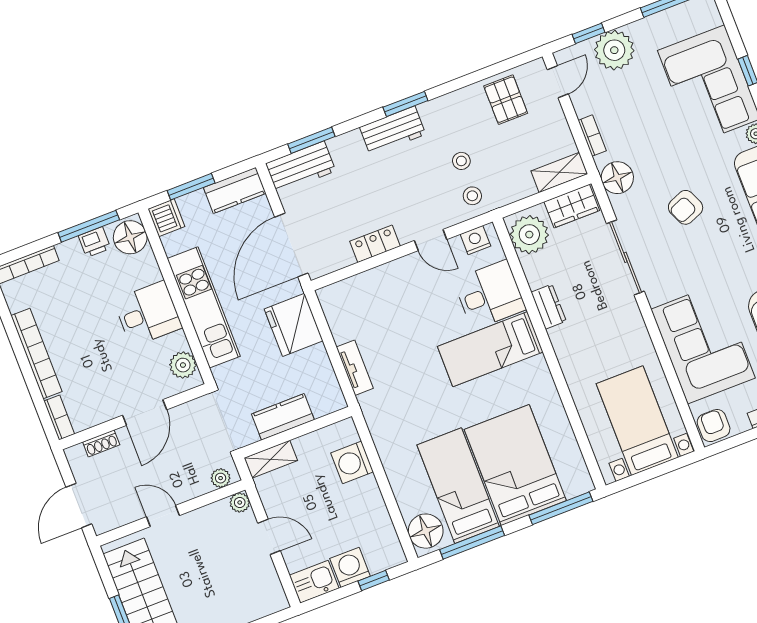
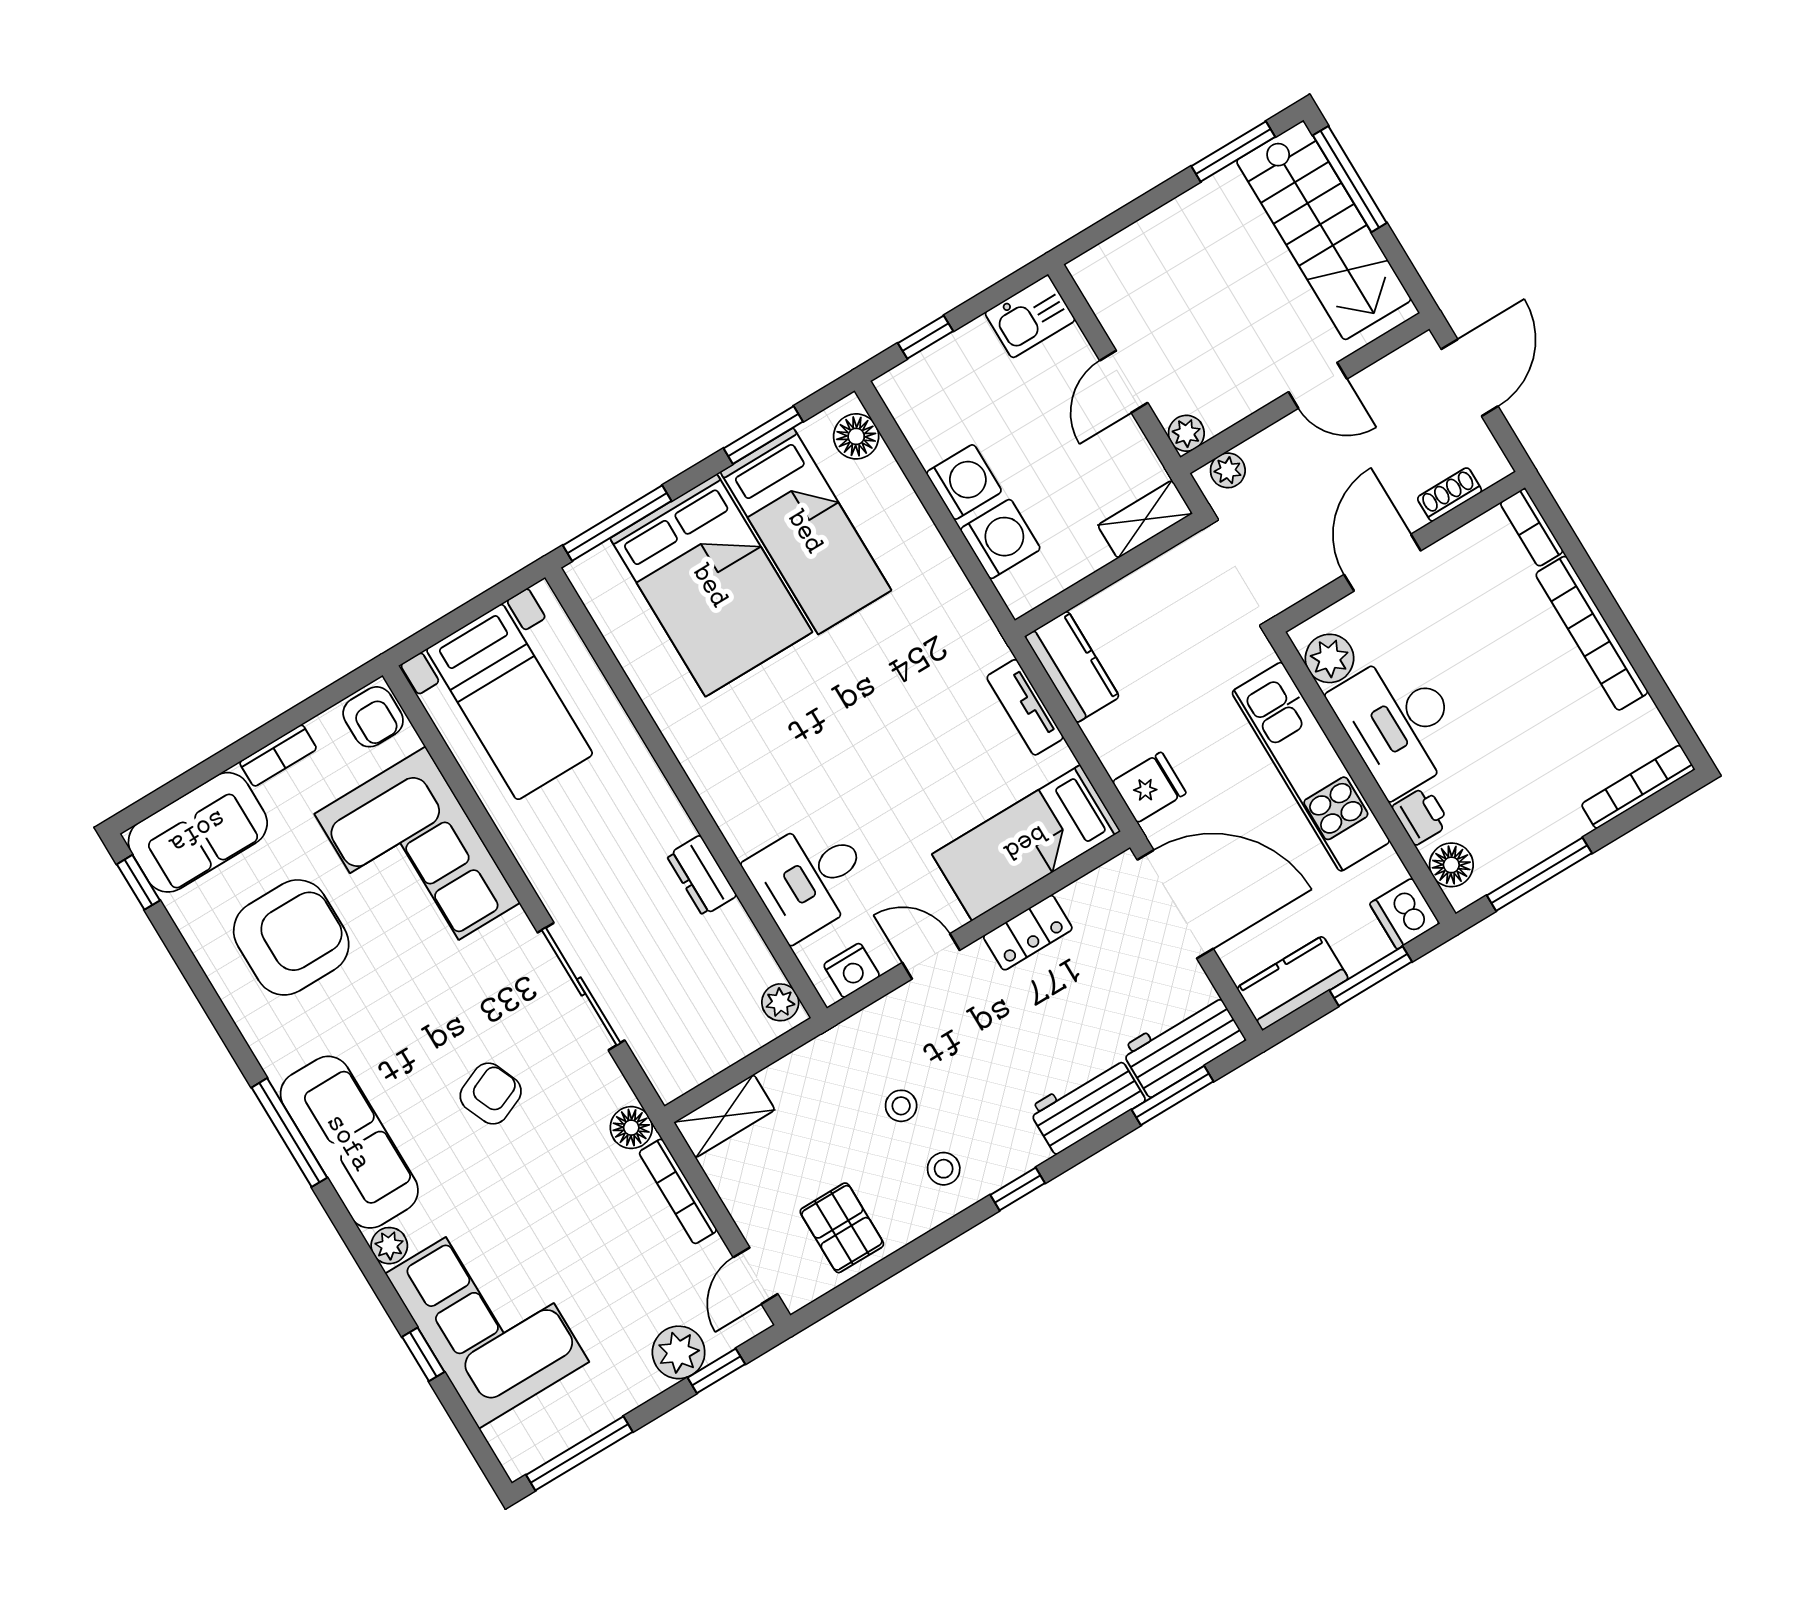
plant: (614, 50) -> (679, 1352), width x0.73, depth x0.73
window: (405, 104) -> (1018, 1189), width x0.67
workbench: (393, 131) -> (1087, 1105), moved
bookcase: (592, 136) -> (678, 1191), width x1.56
floor lamp: (617, 178) -> (631, 1128), width x0.73, depth x0.73
stool: (472, 196) -> (944, 1169), moved
wardrobe: (572, 206) -> (692, 1060), removed
plant: (529, 235) -> (780, 1002), width x0.53, depth x0.53
floor lamp: (130, 237) -> (1451, 865), width x0.73, depth x0.73
printer: (94, 242) -> (1421, 816), moved, turned 90
door: (291, 245) -> (1175, 904), hinge flipped
desk: (148, 314) -> (1399, 723), width x1.37
fridge: (294, 325) -> (1149, 787), width x0.53, depth x0.75
bed: (490, 349) -> (1026, 843), moved, turned 180
kitchen counter: (283, 417) -> (1072, 667), moved, turned -90
floor lamp: (426, 531) -> (856, 436), width x0.73, depth x0.73
door: (269, 537) -> (1124, 382), hinge flipped
window: (472, 543) -> (763, 435), width x0.69
washing machine: (350, 567) -> (964, 482), moved, turned -90

